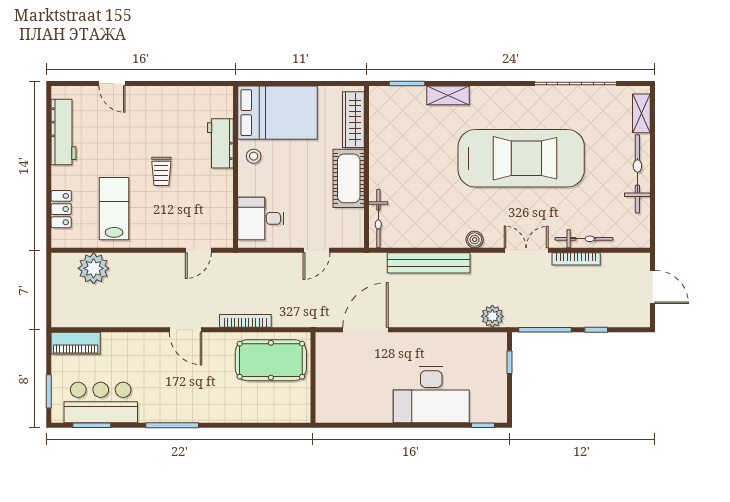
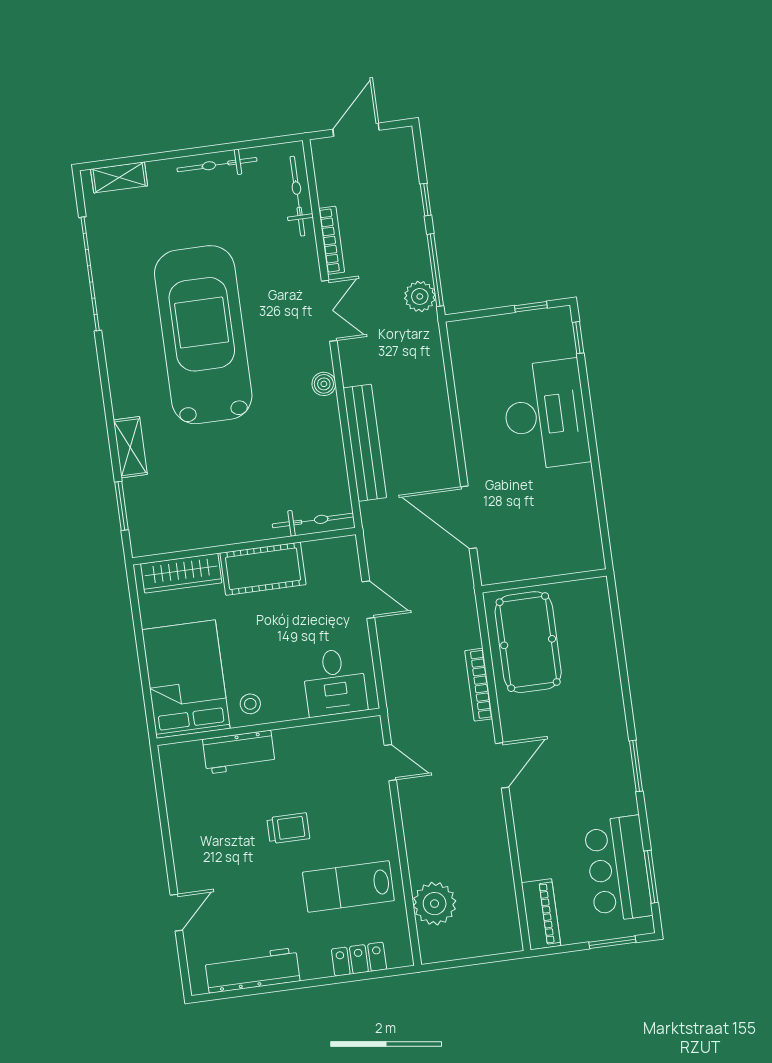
bicycle: (637, 174) -> (217, 165), width x0.73, depth x0.71
bicycle: (584, 239) -> (297, 196), moved
double door: (526, 250) -> (329, 311), swing flipped
plant: (492, 316) -> (420, 296), moved
window: (510, 362) -> (531, 307), moved
window: (172, 425) -> (636, 766), width x0.69

